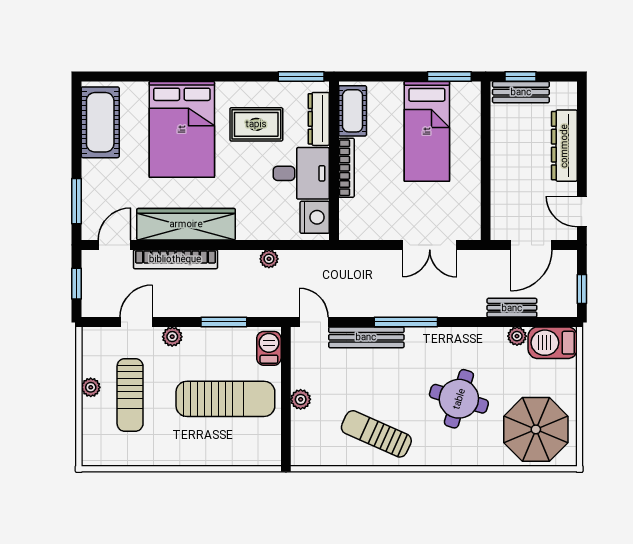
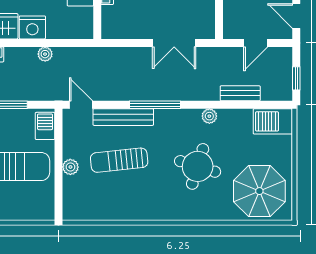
nightstand: (315, 217) -> (32, 27), moved, turned 90
door: (531, 245) -> (256, 43), width x0.73
plant: (517, 336) -> (209, 116), moved
sun lounger: (376, 434) -> (119, 160), moved, turned -30

